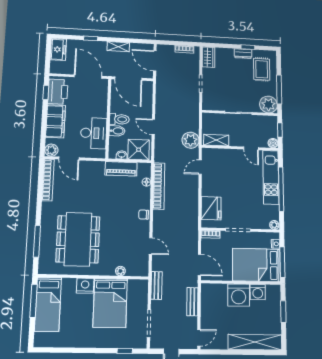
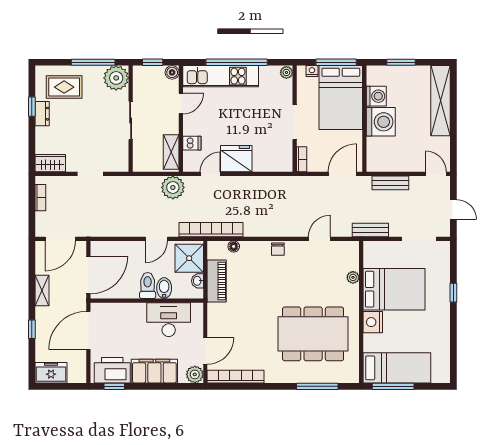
dishwasher: (223, 155) -> (192, 143), added
door: (200, 167) -> (210, 174), swing flipped
bookcase: (159, 186) -> (211, 230), moved
fridge: (211, 208) -> (236, 159), moved
window: (125, 351) -> (453, 293), moved

